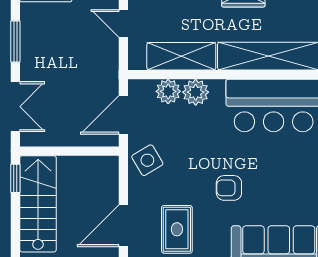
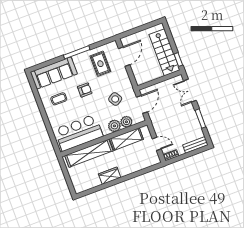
side table: (147, 160) -> (115, 99), moved
coffee table: (288, 190) -> (59, 99), added

